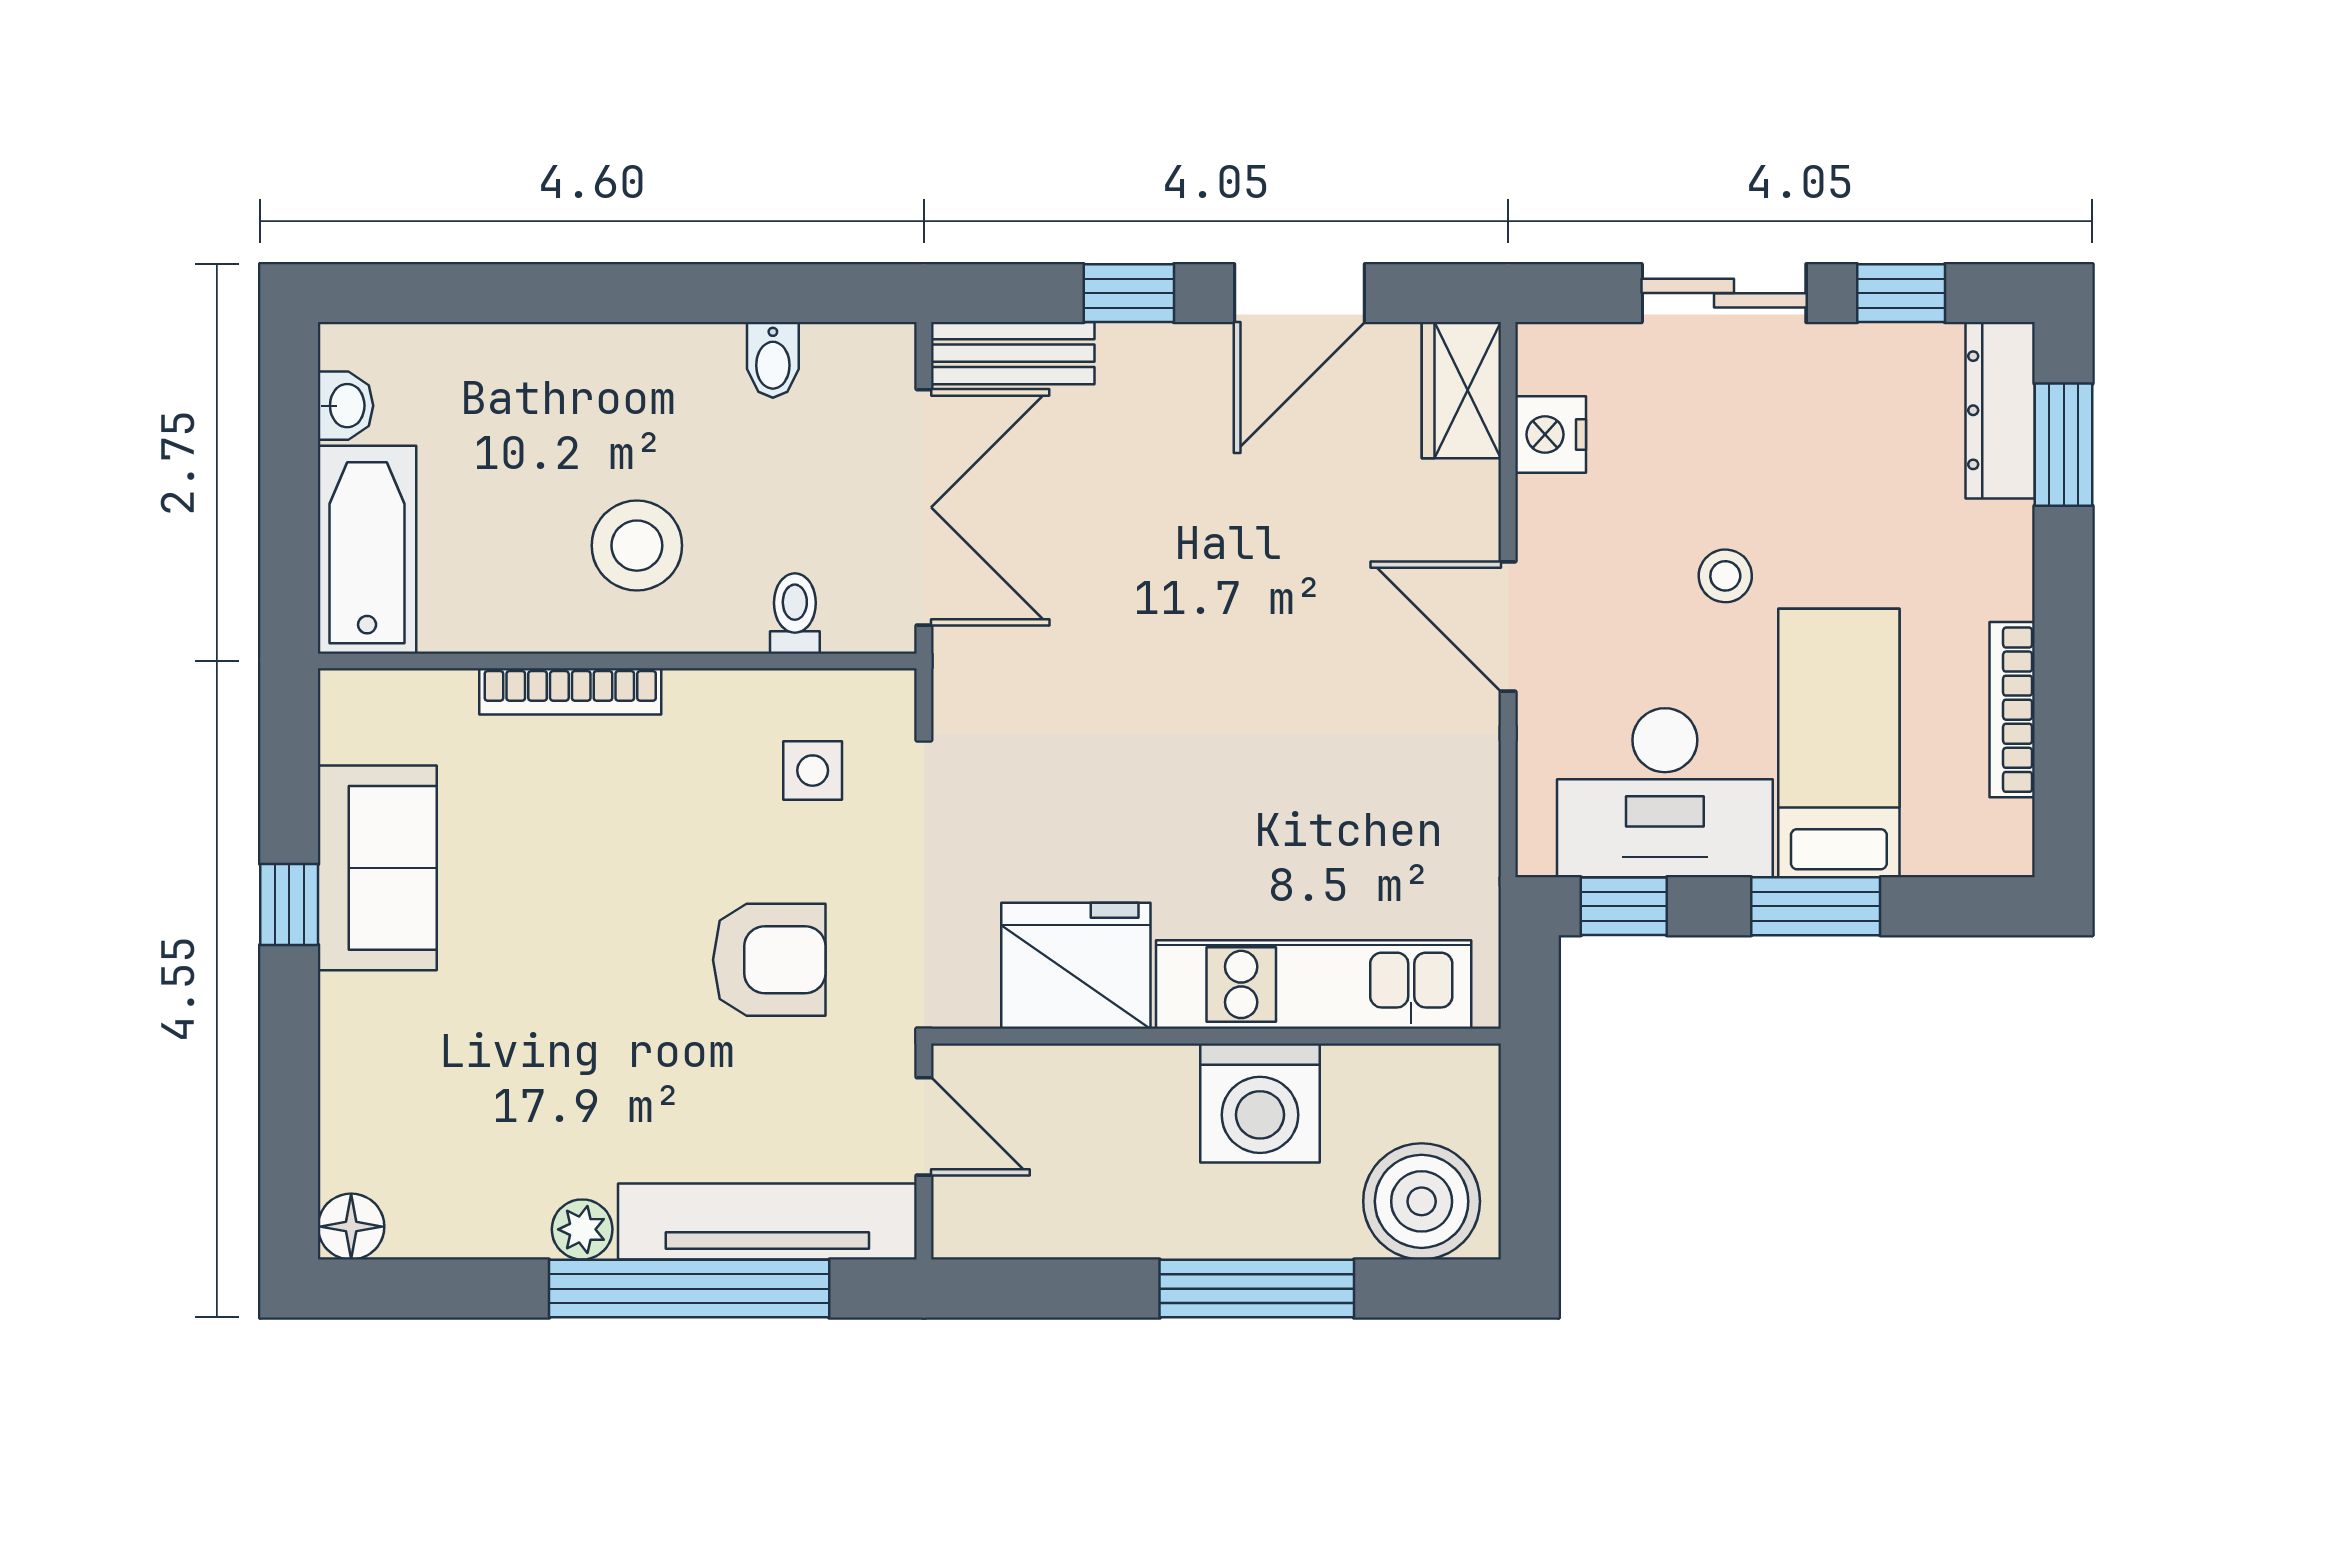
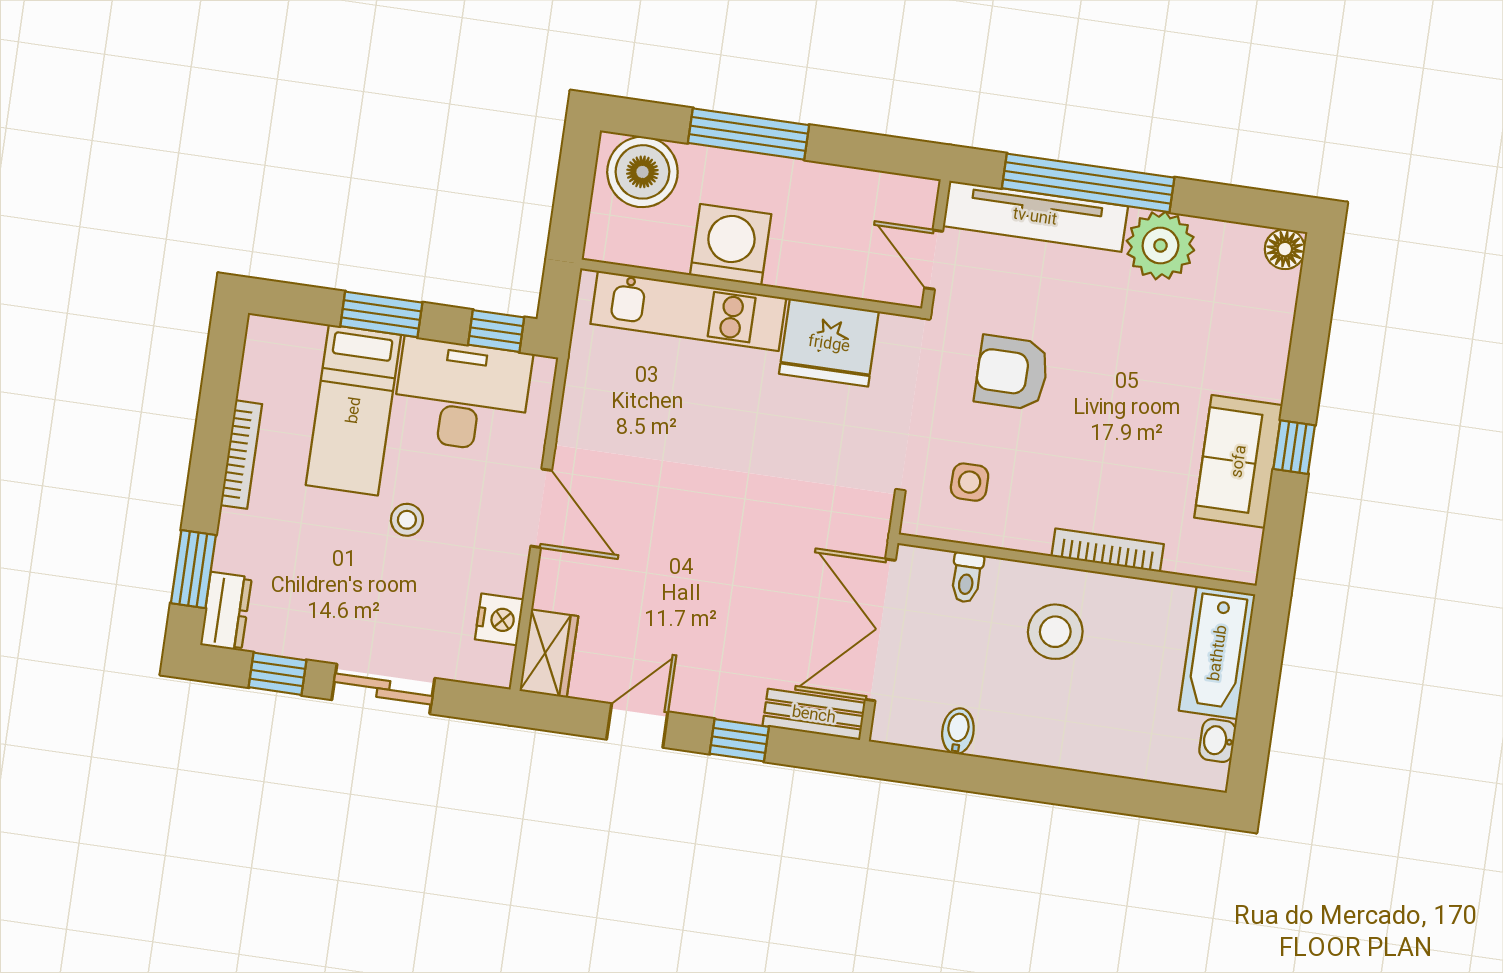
door: (1299, 293) -> (637, 726), width x0.73
dresser: (2000, 410) -> (226, 611), width x0.70
bookcase: (2012, 710) -> (241, 455), moved
plant: (582, 1229) -> (1160, 246), width x1.88, depth x1.88

